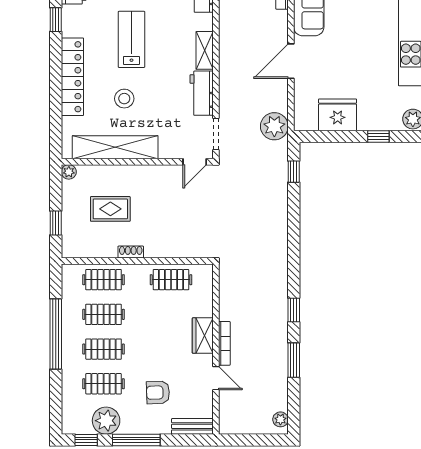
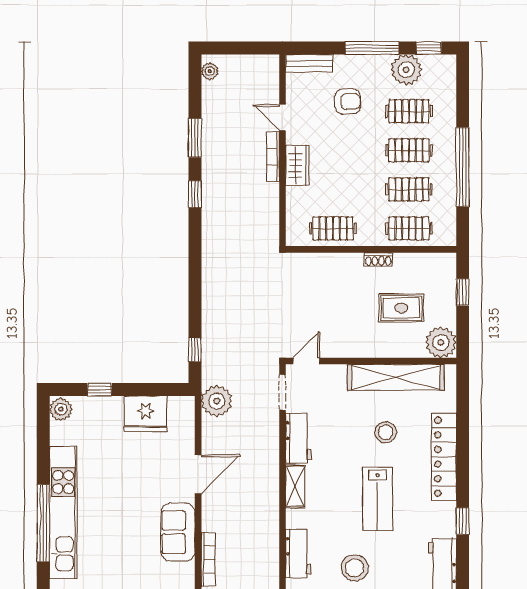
plant: (69, 172) -> (441, 342), width x1.88, depth x1.88

